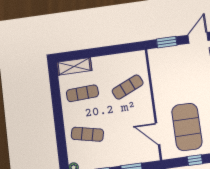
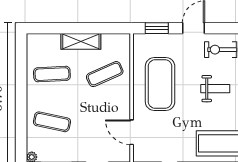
shelving: (74, 66) -> (81, 41), moved
exercise mat: (187, 127) -> (160, 84), moved

